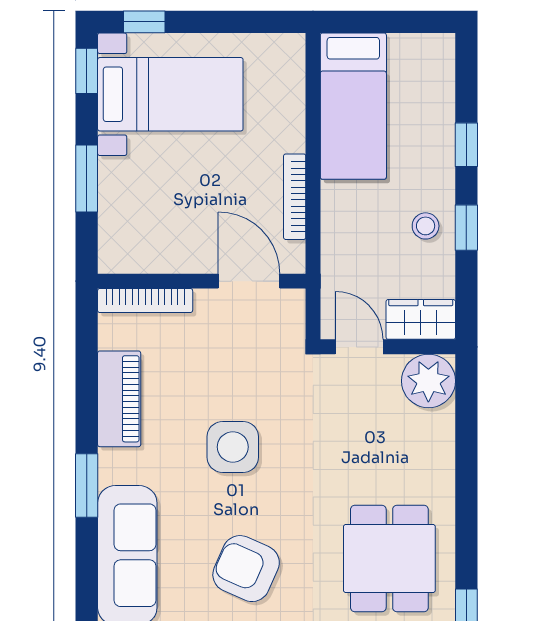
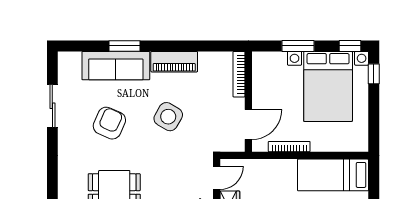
bed with nightstands: (170, 94) -> (328, 86), width x1.36
piano: (119, 399) -> (174, 62), moved
side table: (233, 447) -> (168, 117), turned 30
window: (87, 485) -> (125, 46), moved

